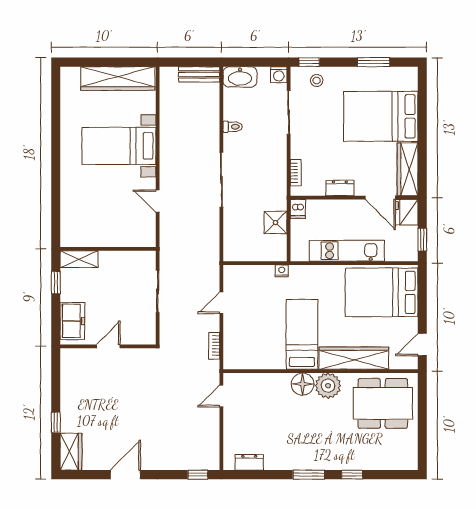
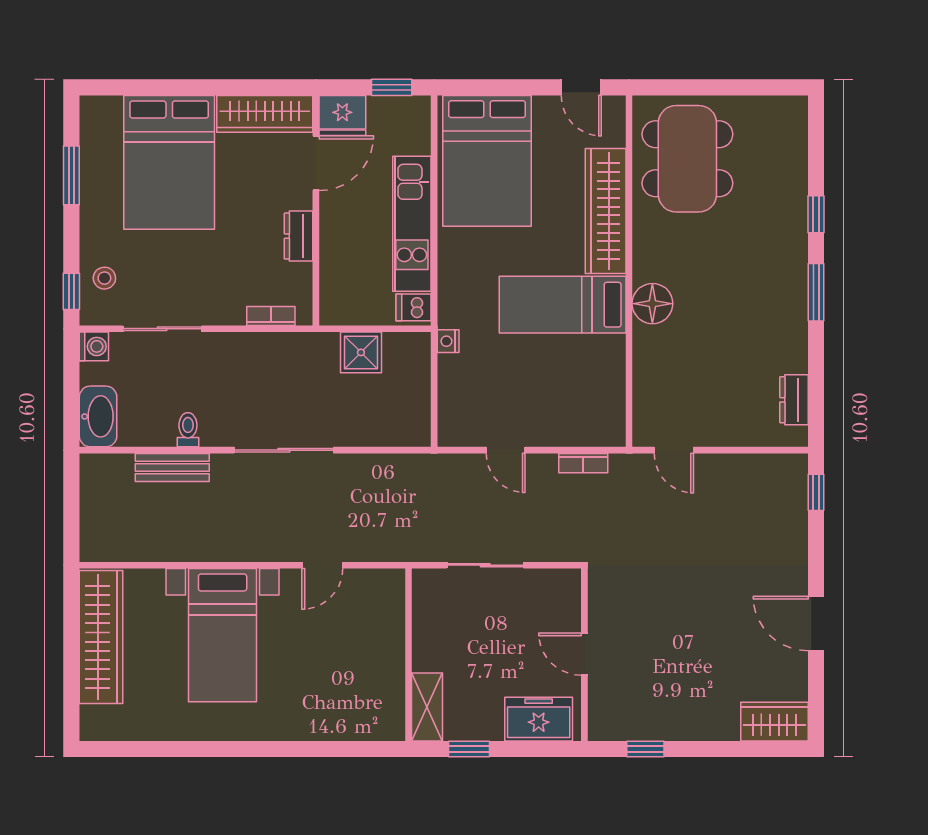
bench: (199, 74) -> (172, 468), moved, turned 90
dishwasher: (298, 209) -> (414, 307), moved, turned 180
plant: (328, 386) -> (655, 258), removed
window: (56, 422) -> (645, 749), moved

